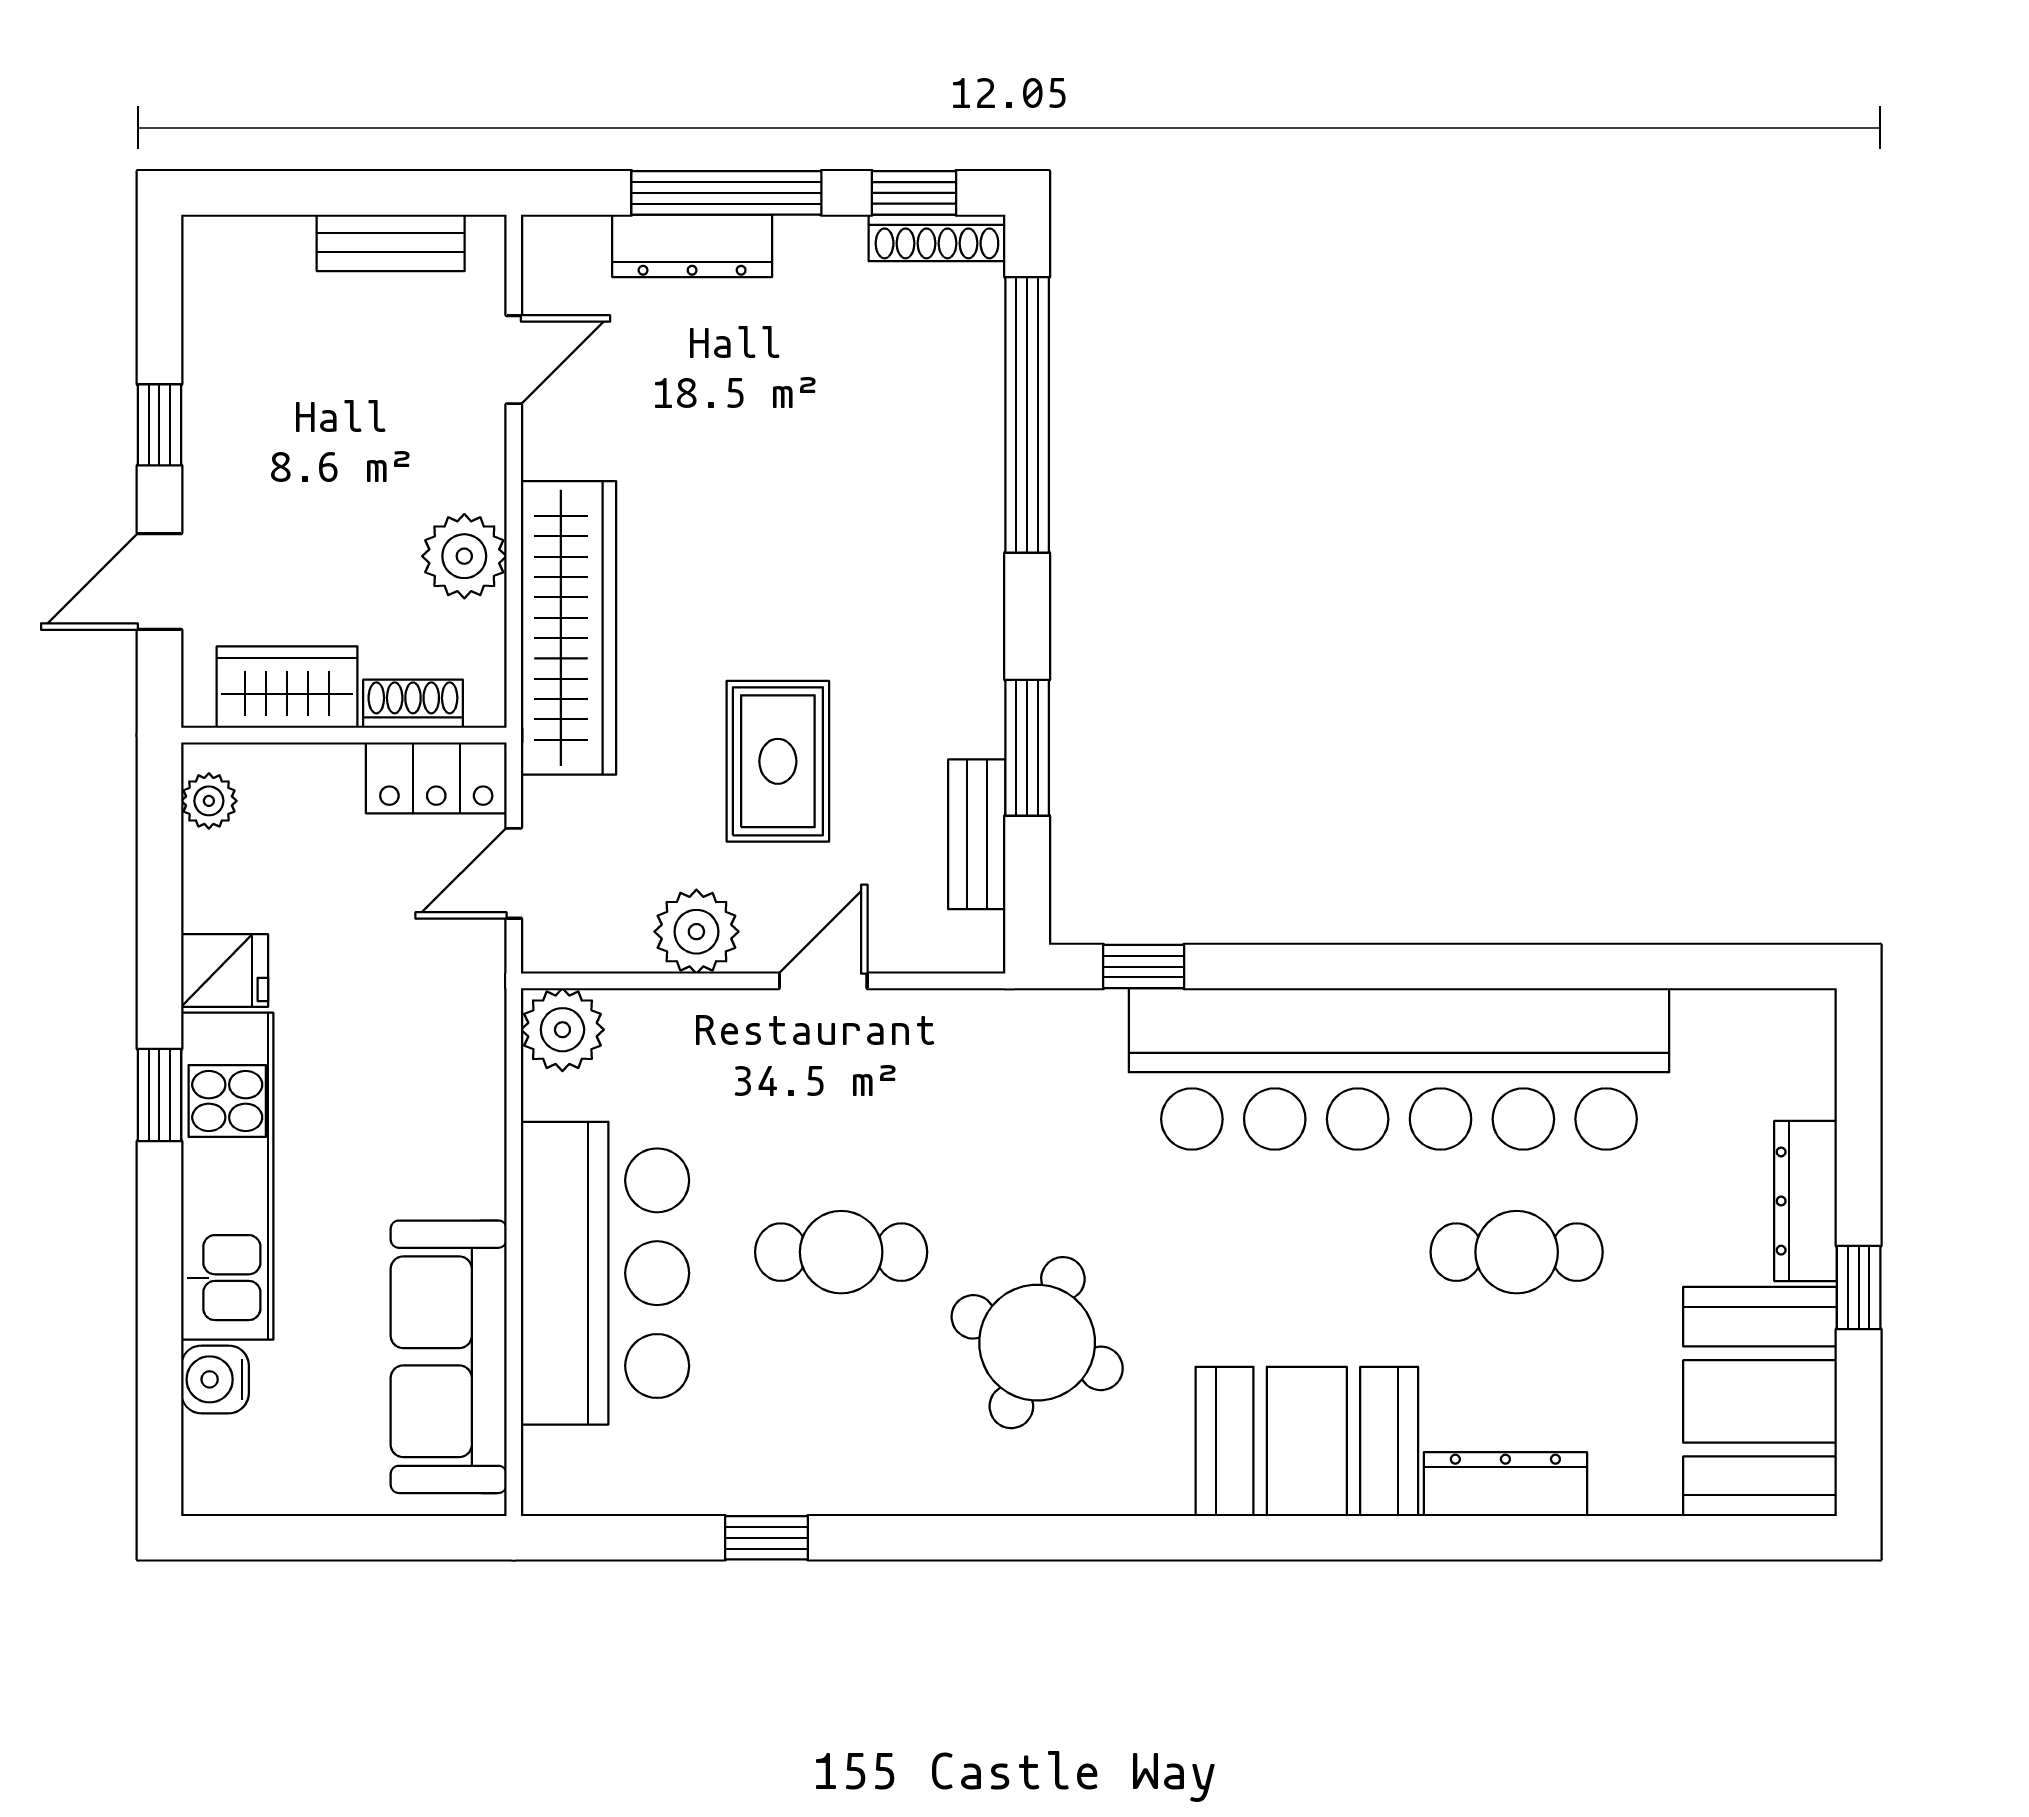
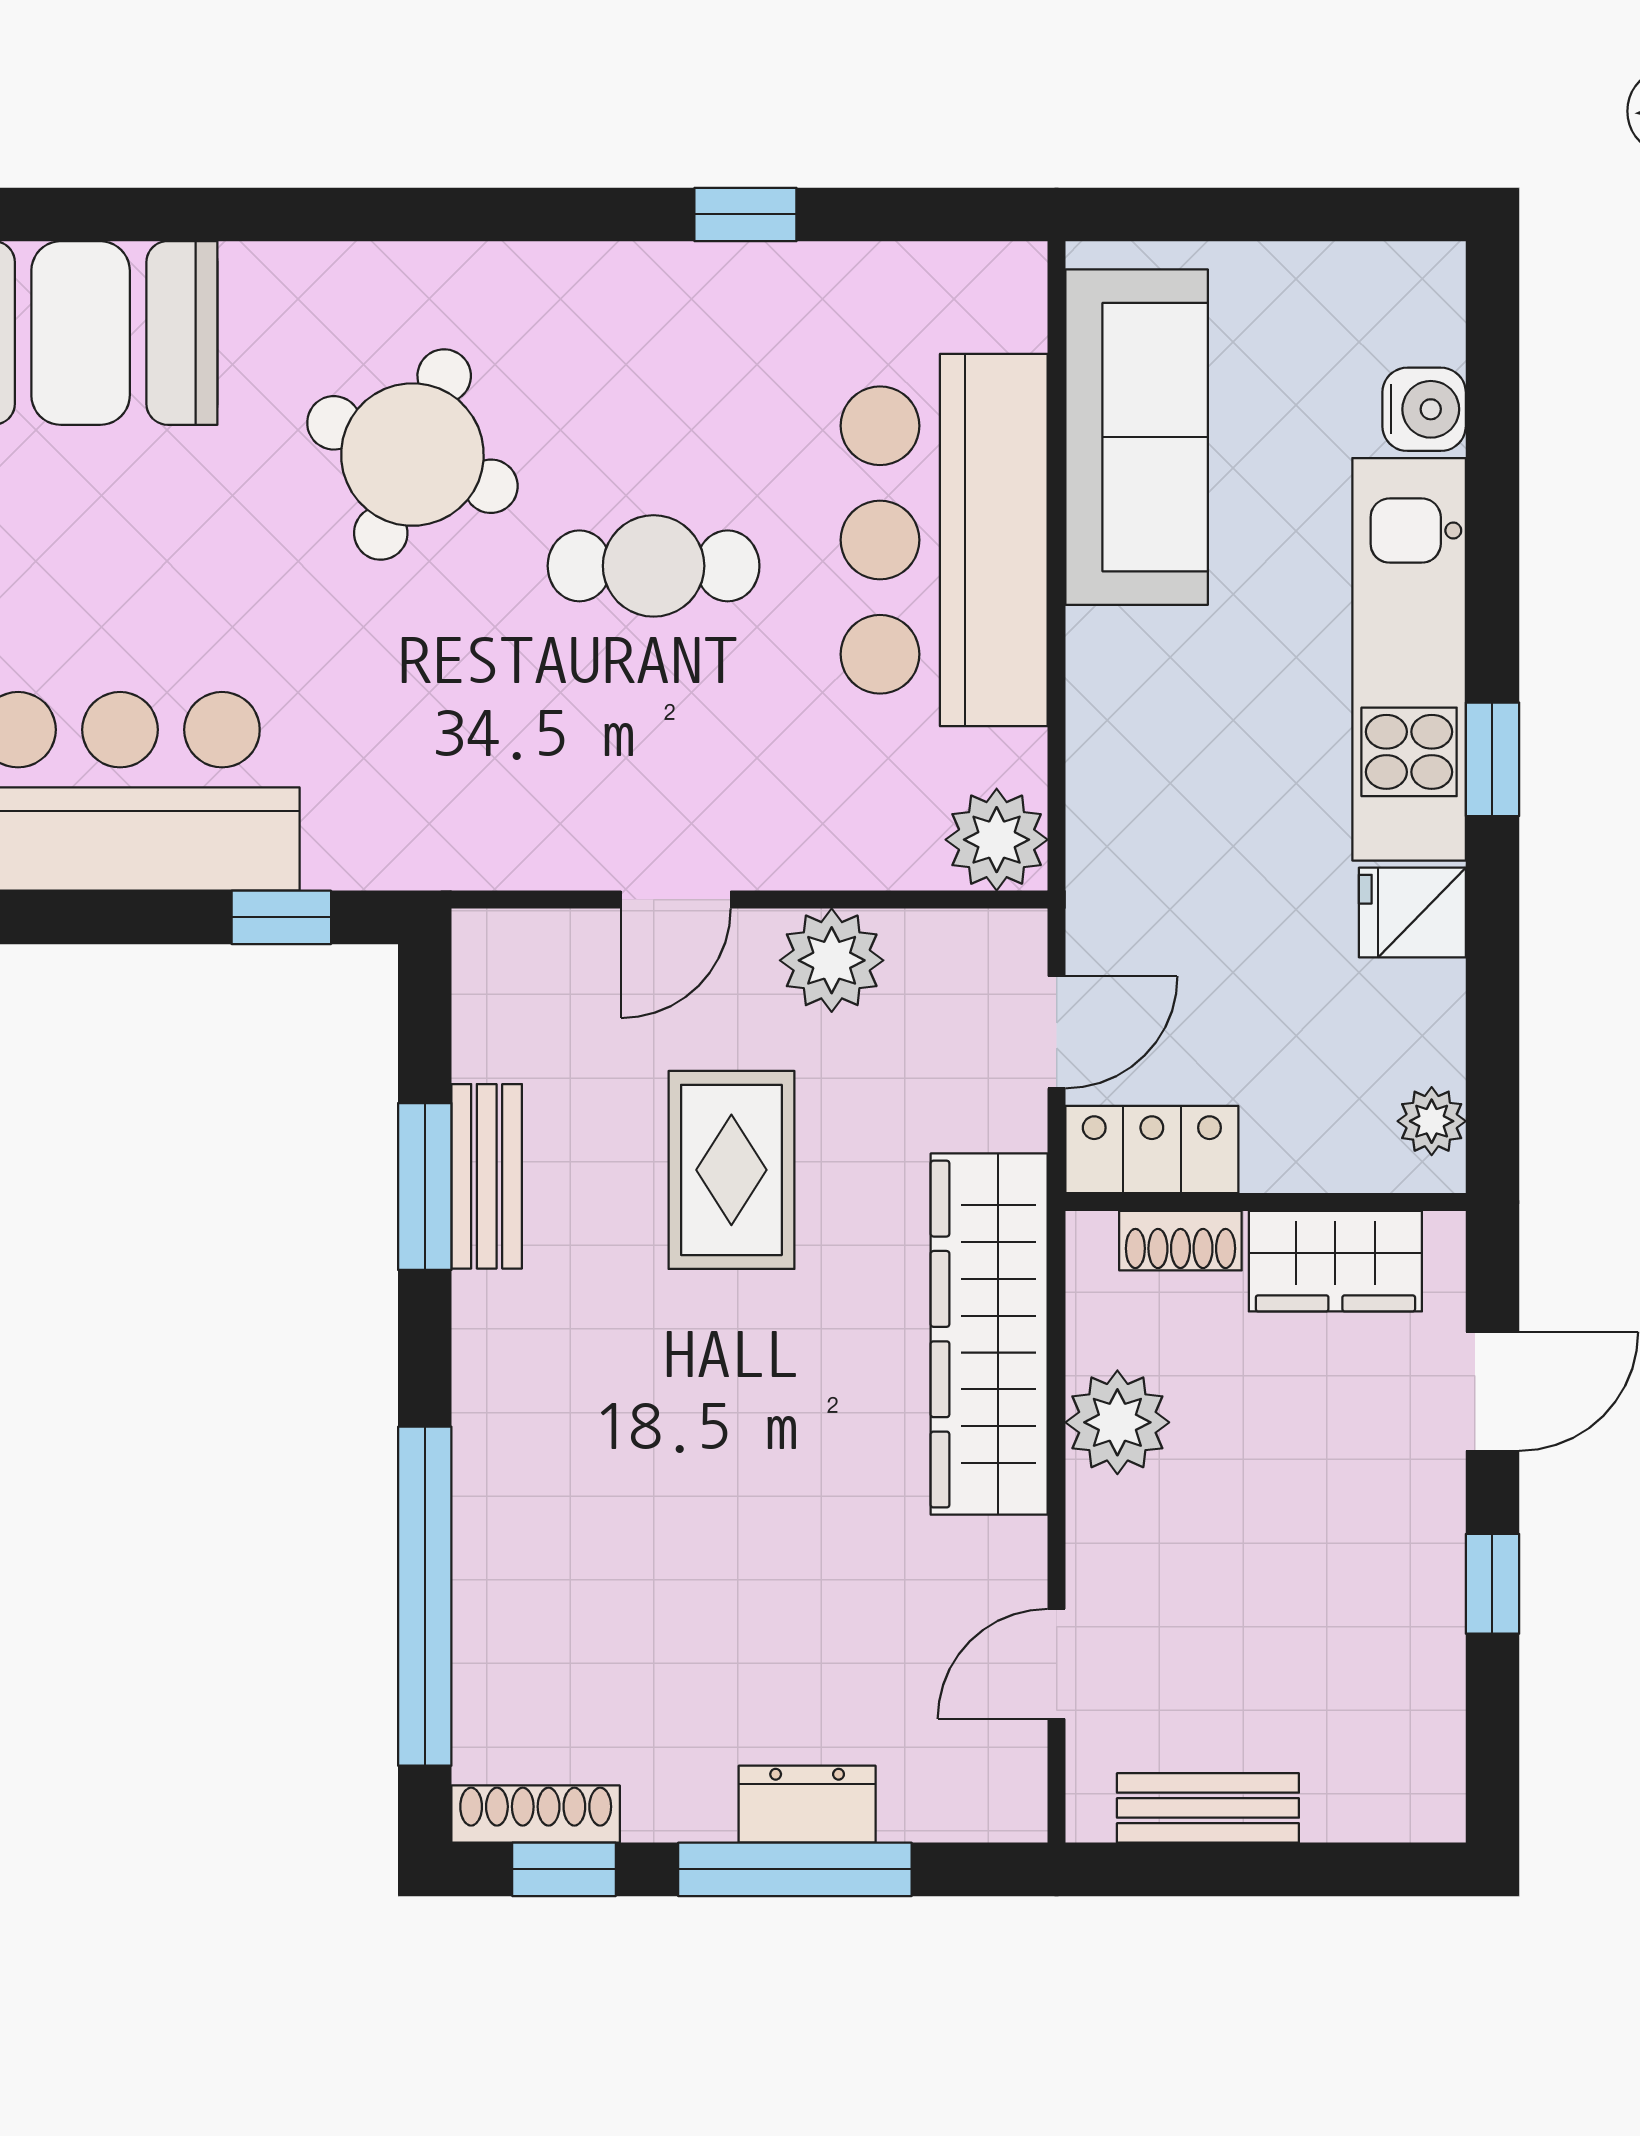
dresser: (692, 246) -> (807, 1804), width x0.70
bench: (977, 834) -> (487, 1176), moved

